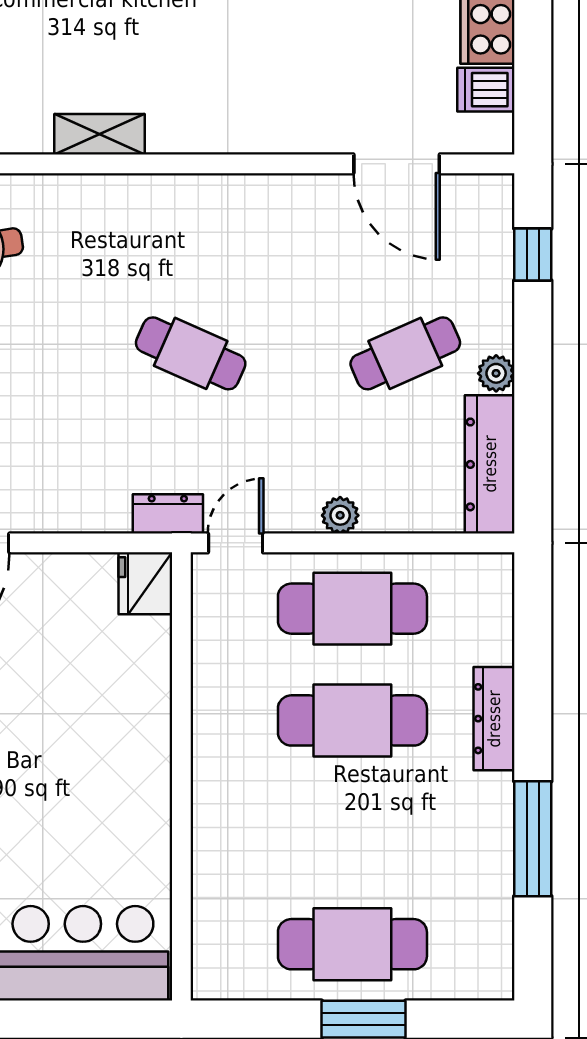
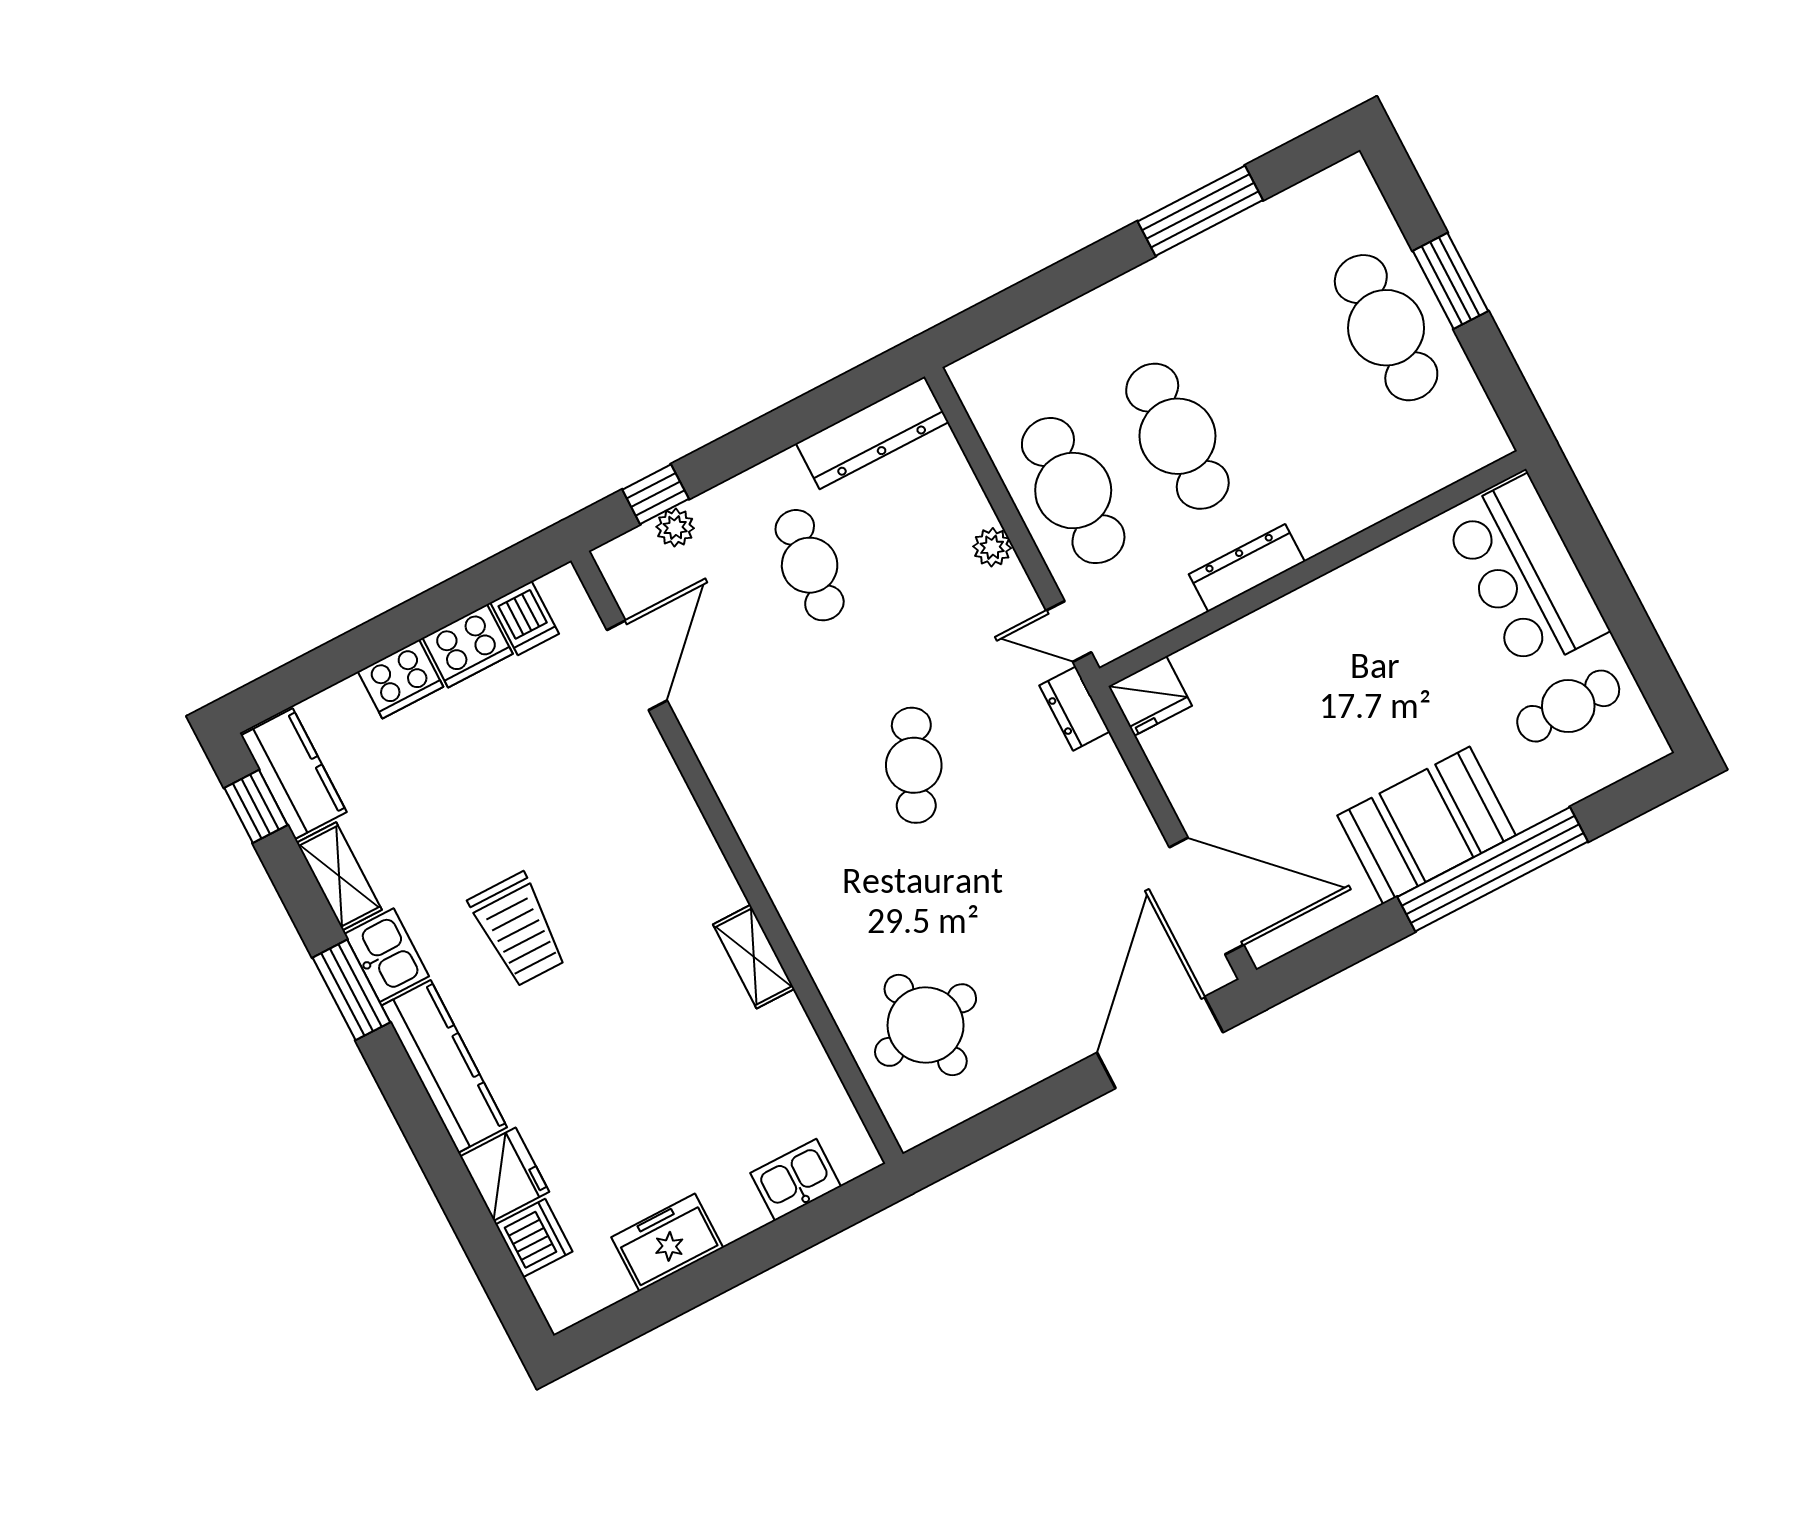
cafe table: (405, 353) -> (810, 565), turned 30
plant: (496, 373) -> (675, 528), moved
dresser: (494, 719) -> (1247, 568), moved, turned 180

